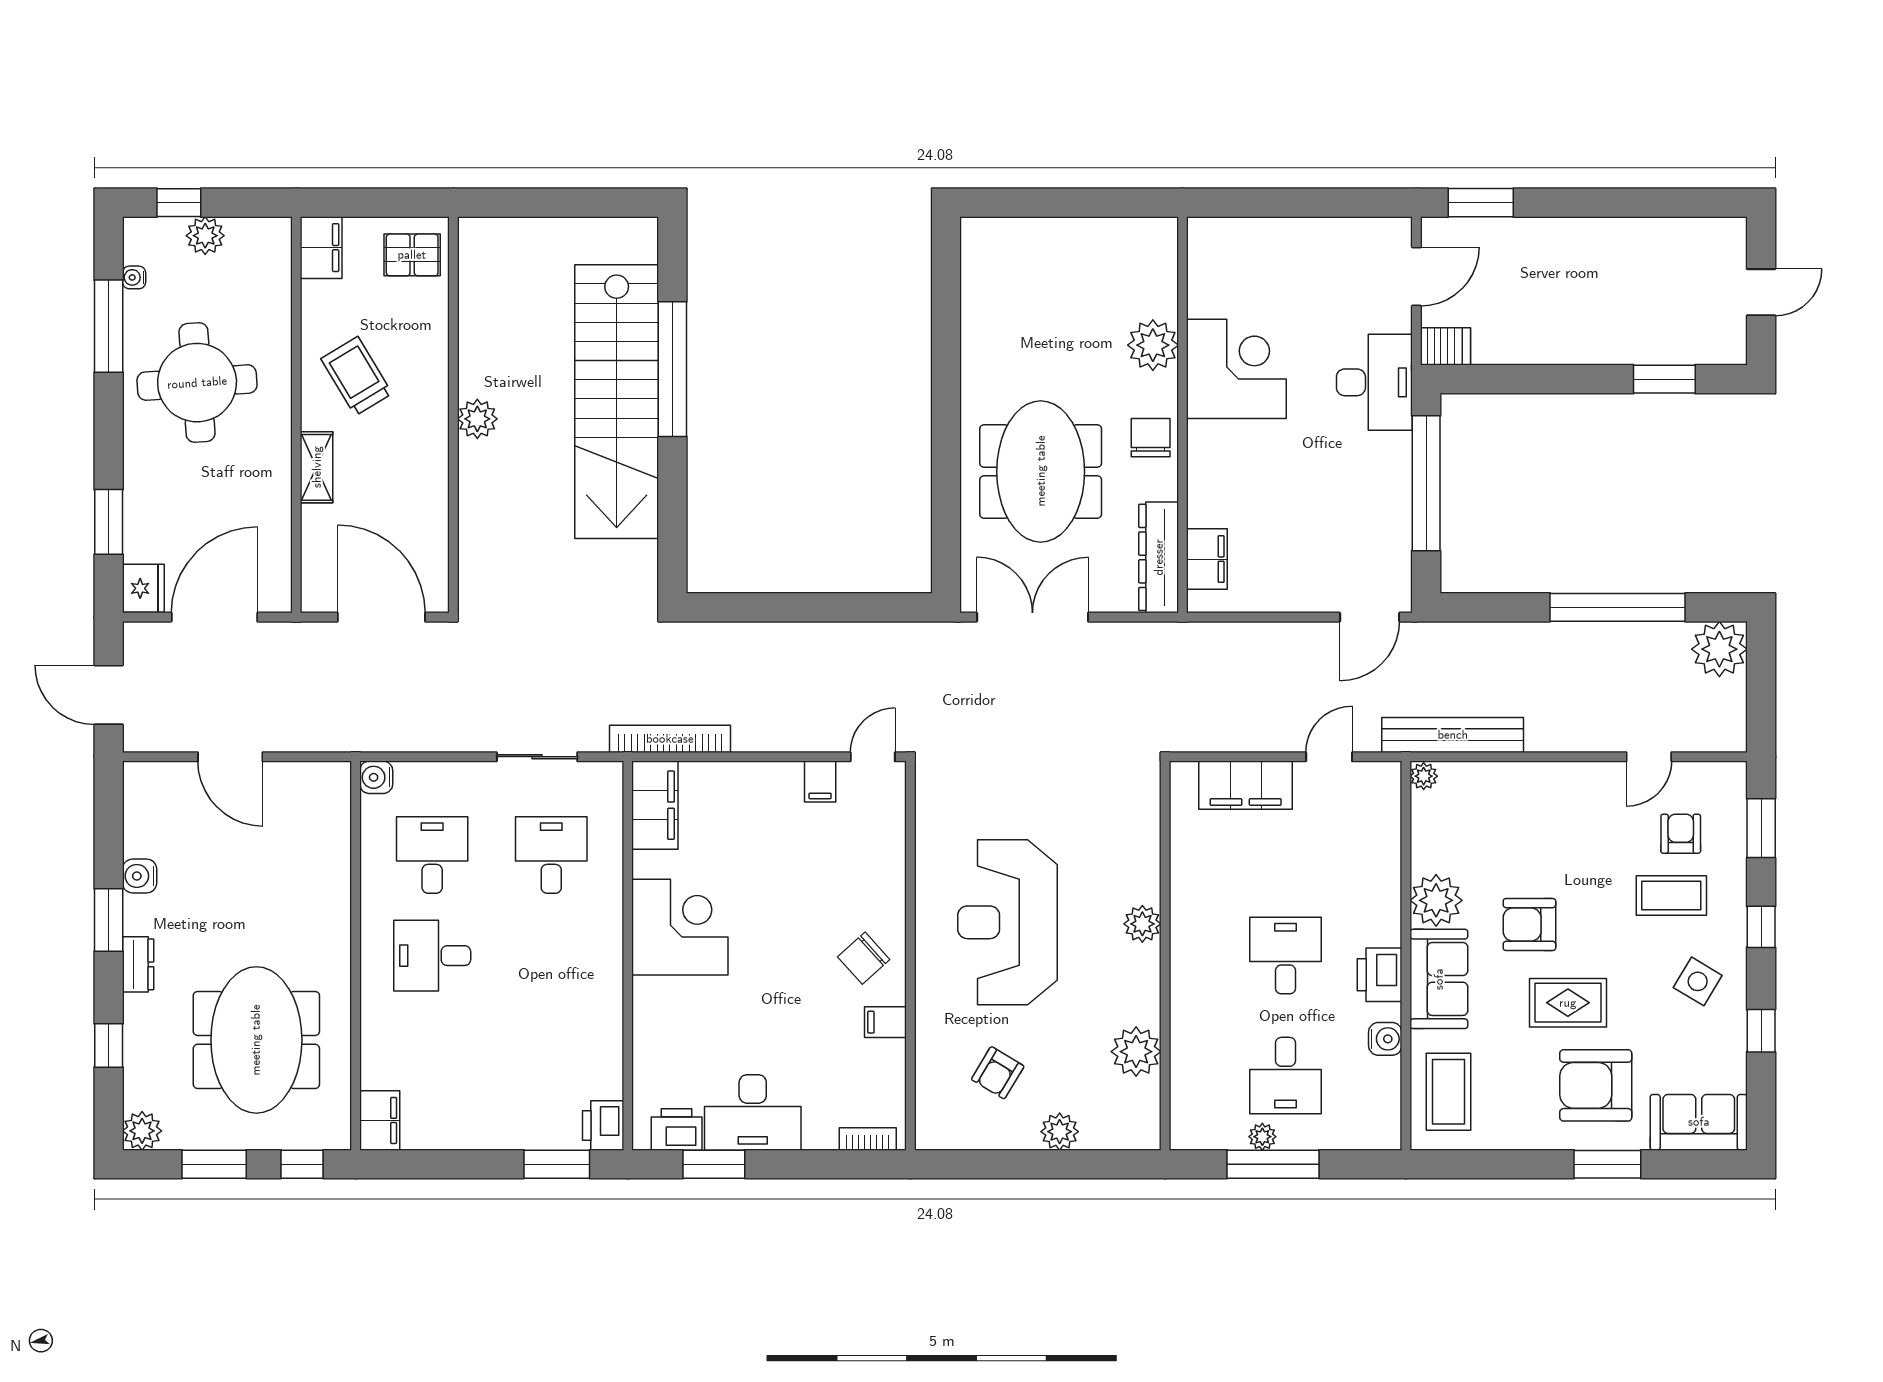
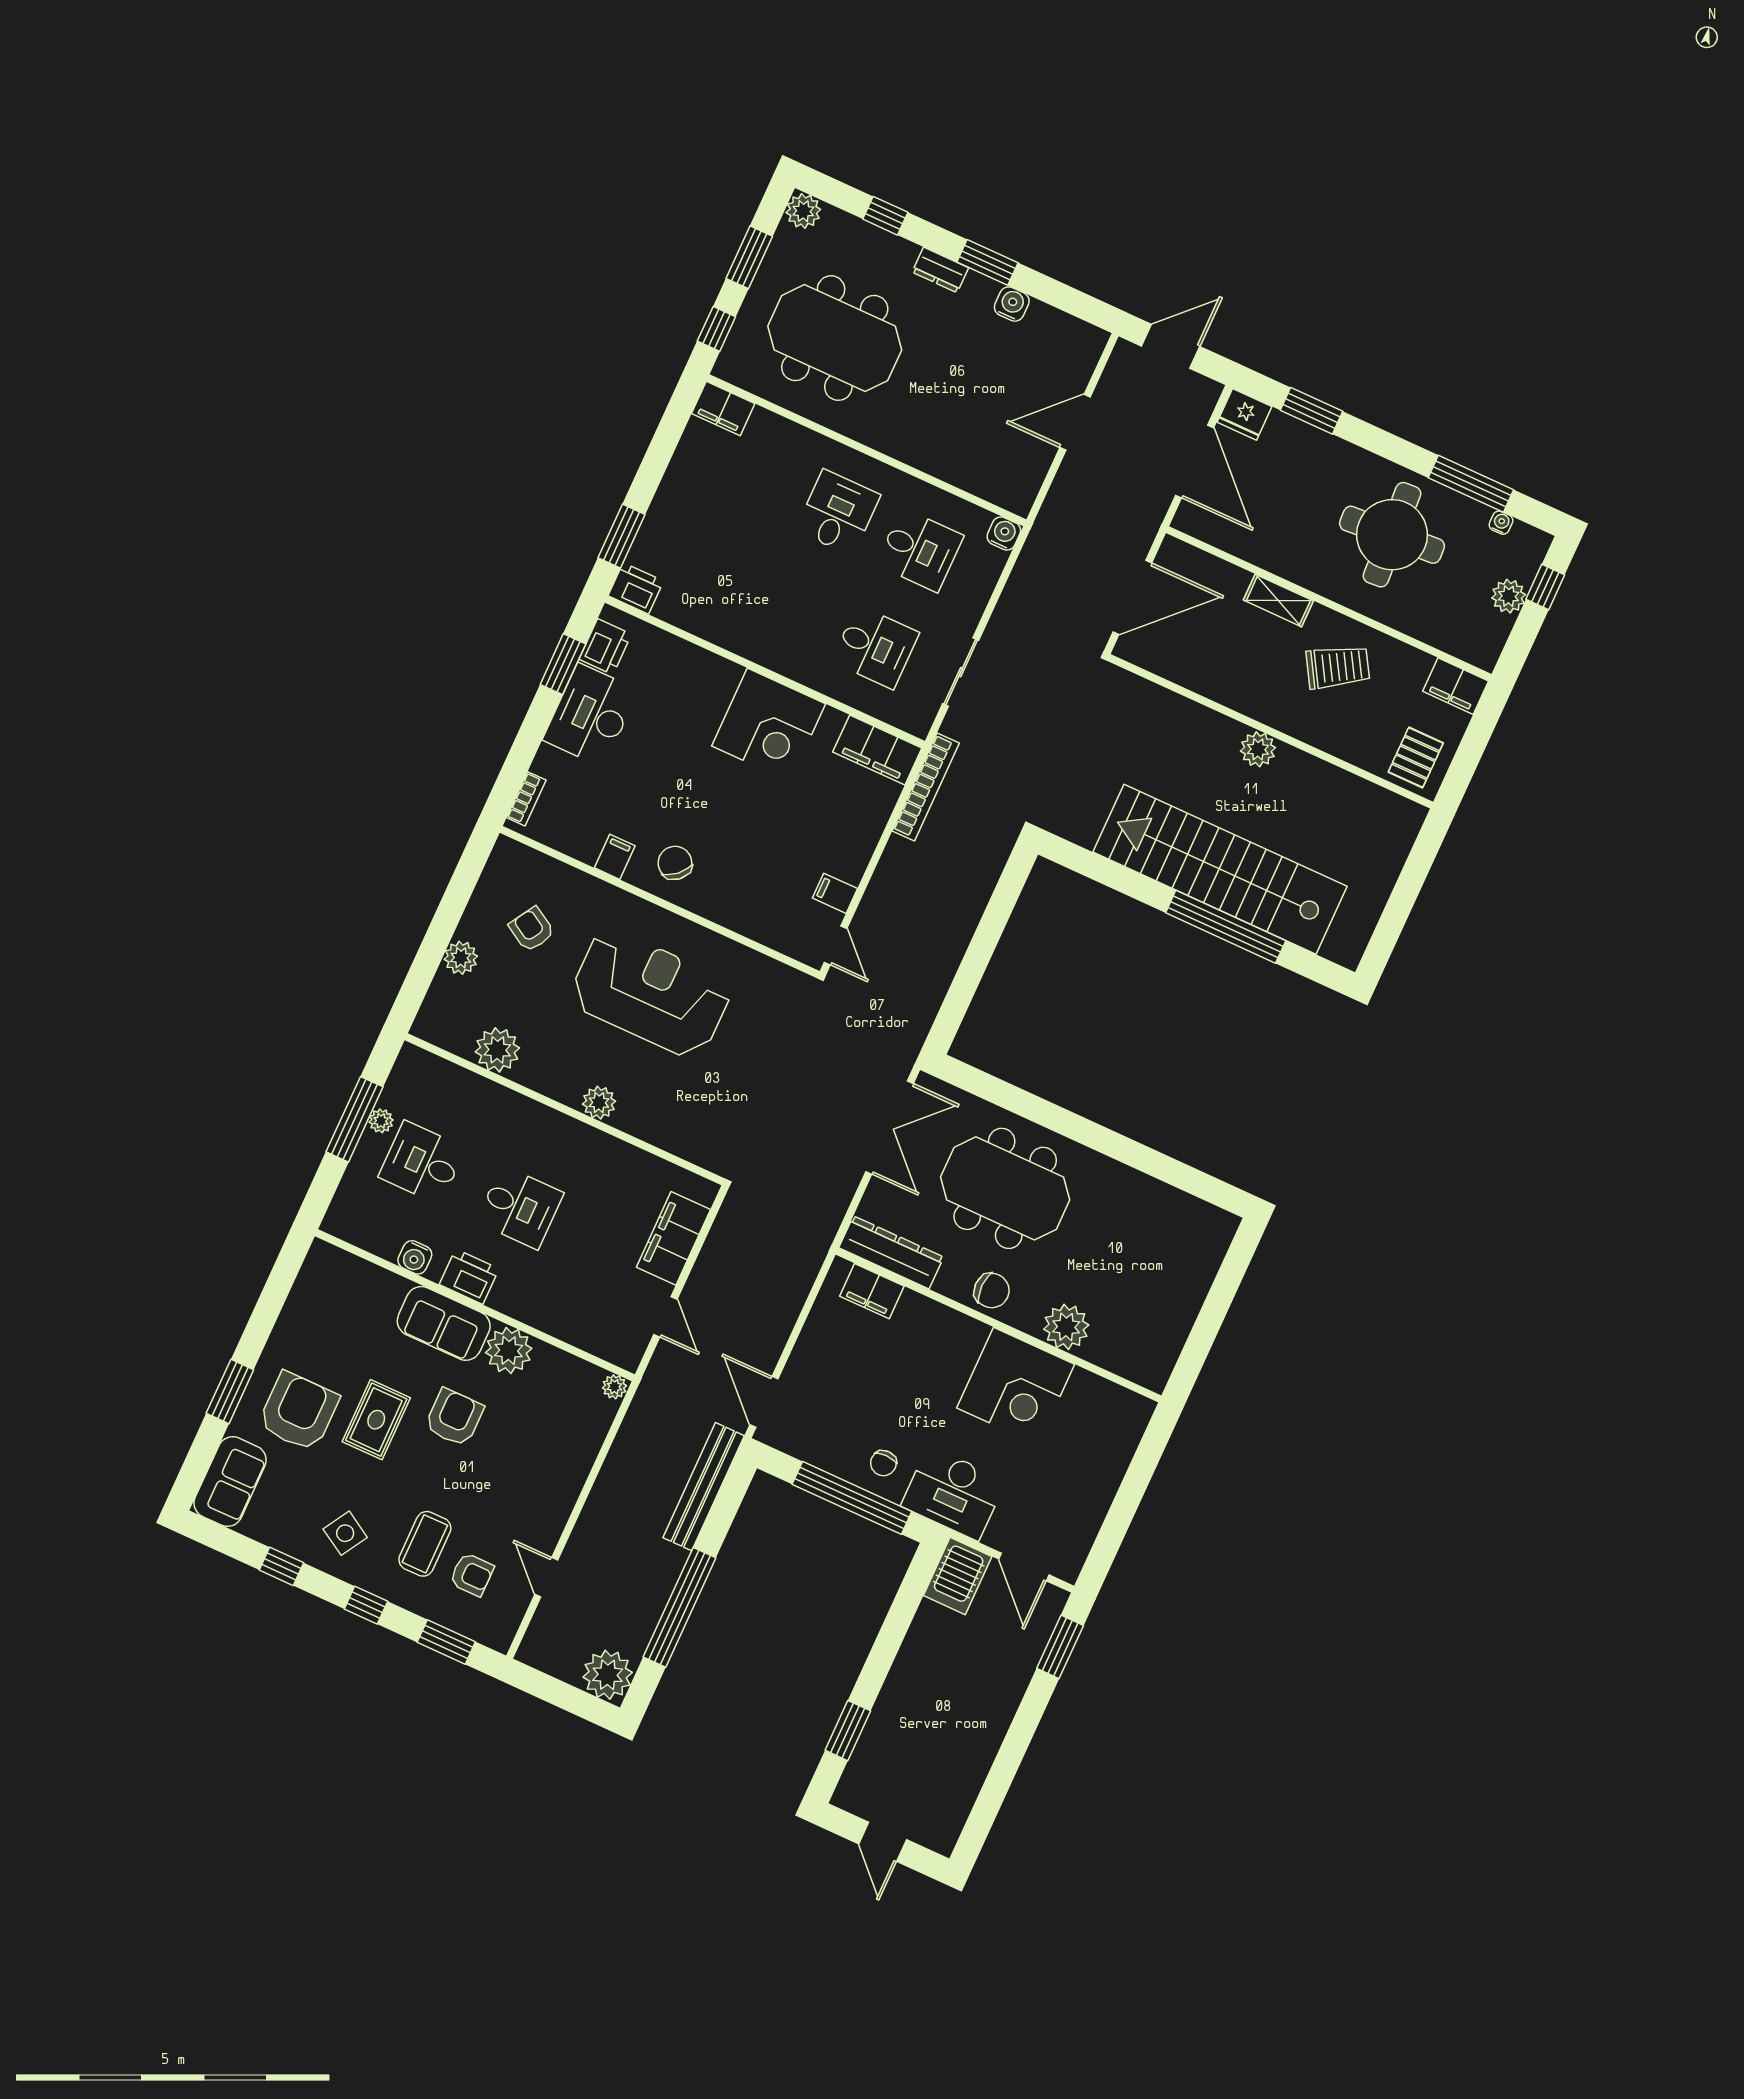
server rack: (1445, 346) -> (958, 1576), width x1.36, depth x1.44
chair: (1376, 467) -> (883, 1463), added
bench: (1453, 735) -> (704, 1487), moved
coffee table: (1449, 1092) -> (348, 1289), removed

